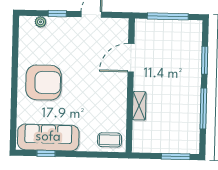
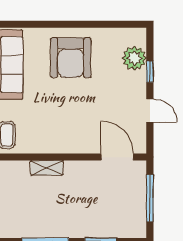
plant: (41, 22) -> (134, 58), width x1.88, depth x1.88
door: (131, 58) -> (117, 157), moved

